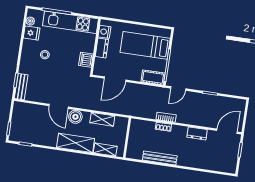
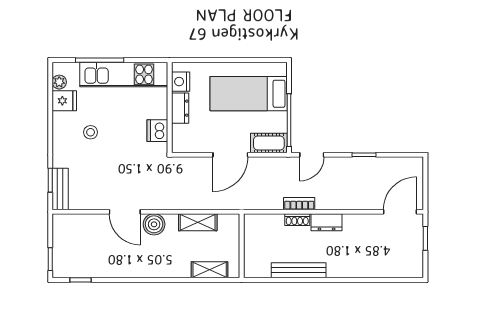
door: (115, 79) -> (230, 155), moved
dresser: (197, 133) -> (327, 222), moved
shelving: (76, 143) -> (160, 266), removed

